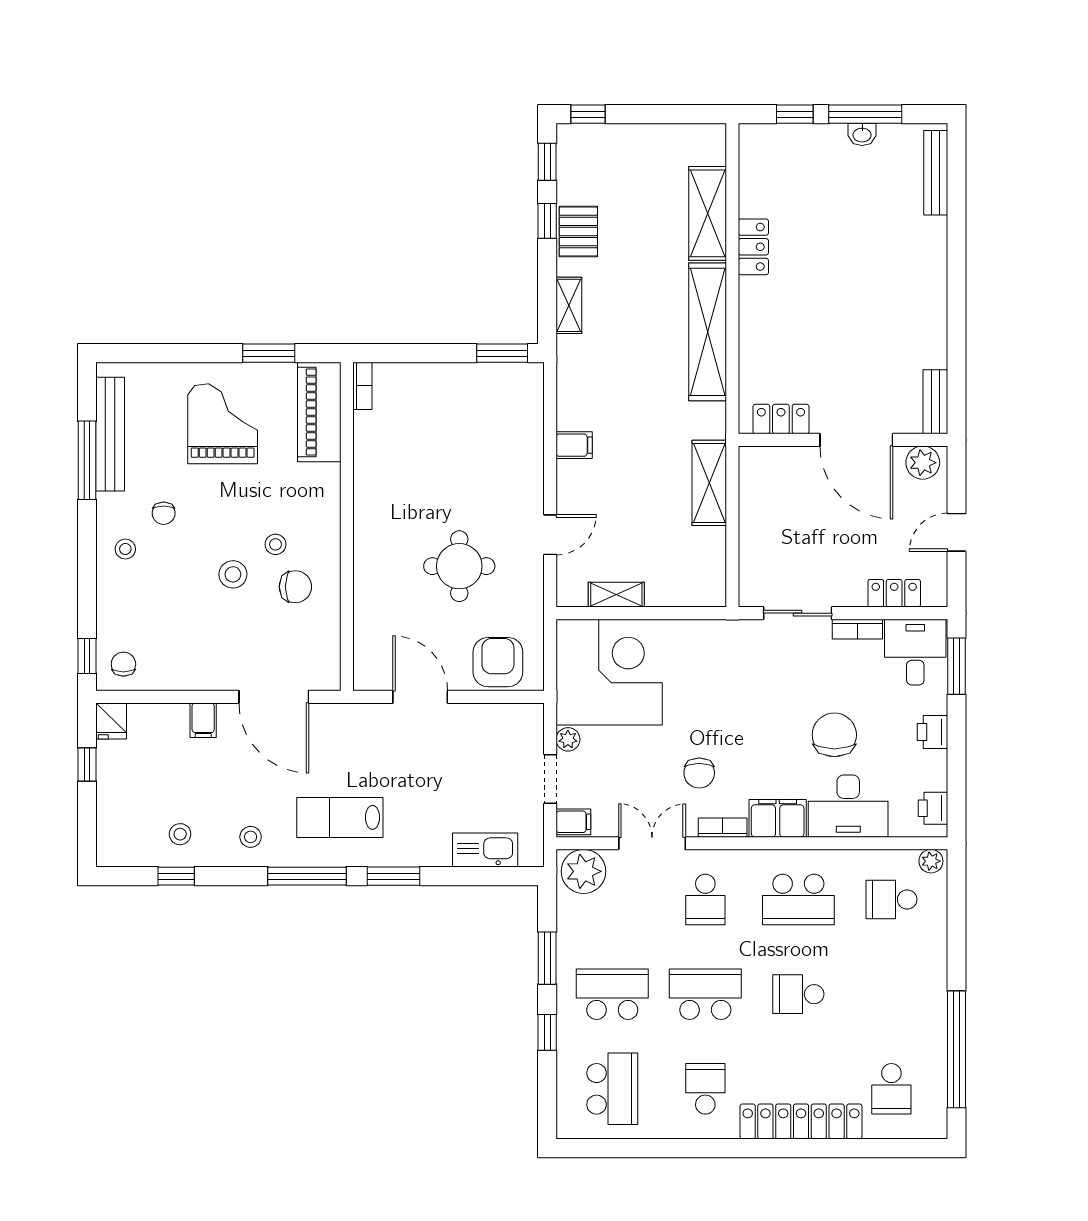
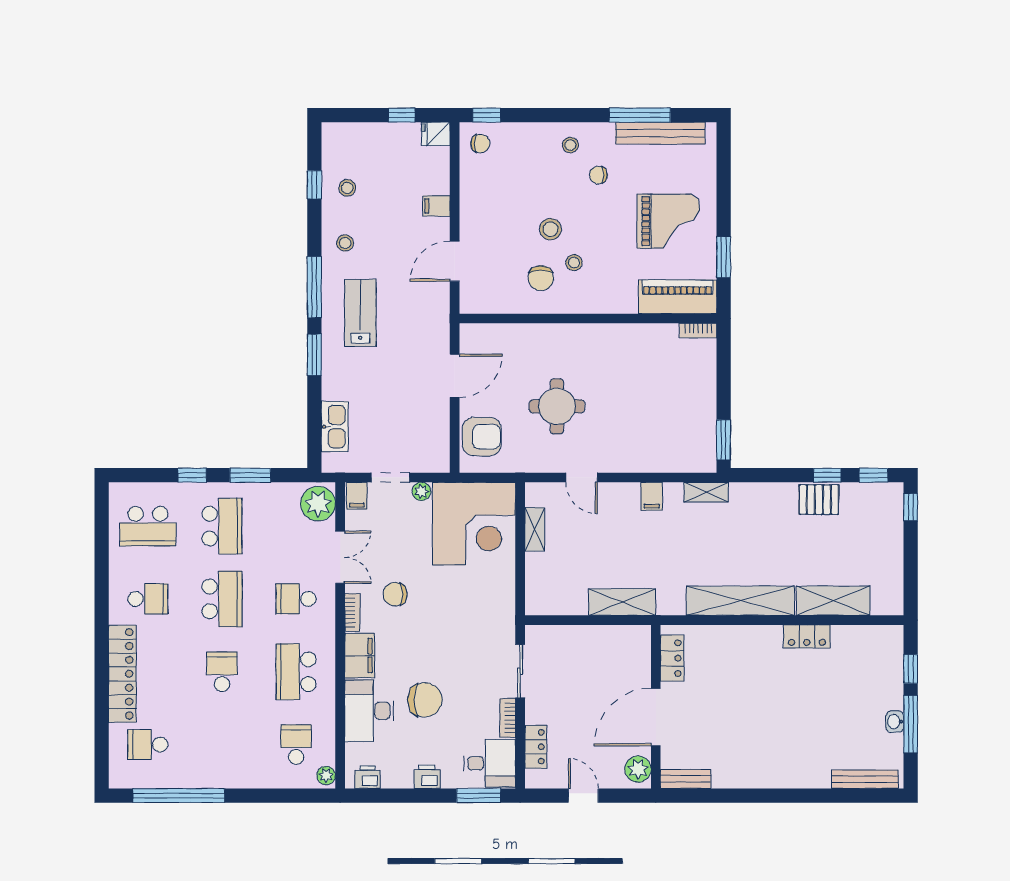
shelving: (569, 305) -> (706, 492), moved
door: (274, 697) -> (455, 261), width x0.73

